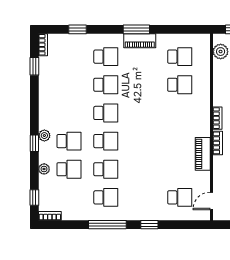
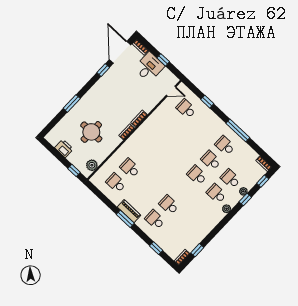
school desk: (106, 113) -> (183, 190), removed
window: (34, 143) -> (245, 200), moved
piano: (203, 154) -> (152, 120), removed
window: (149, 225) -> (207, 102), moved

